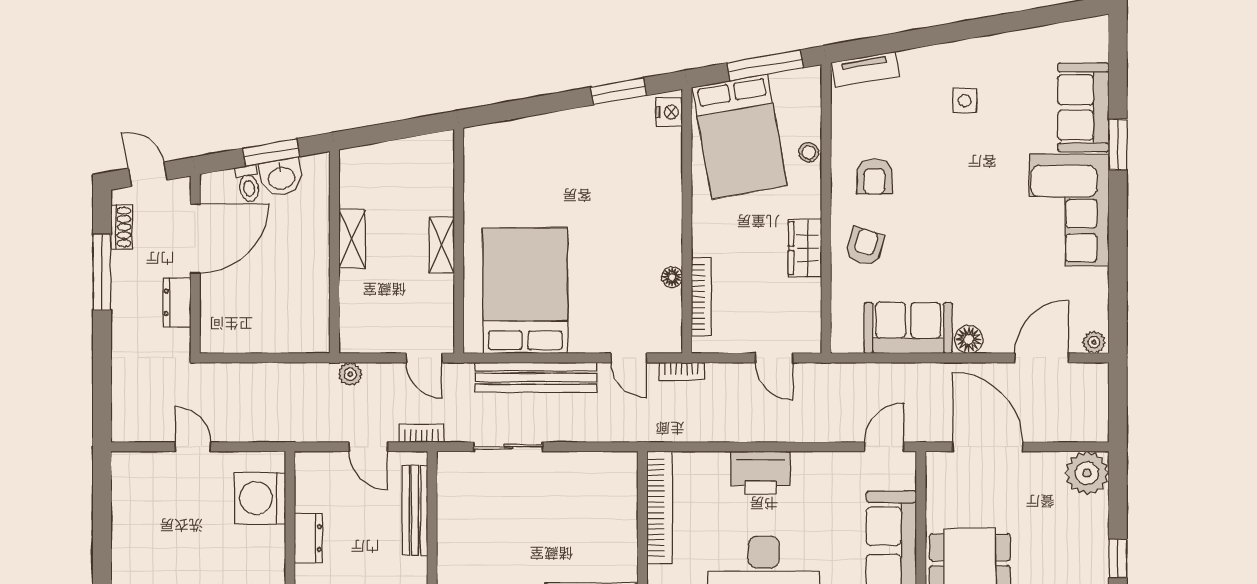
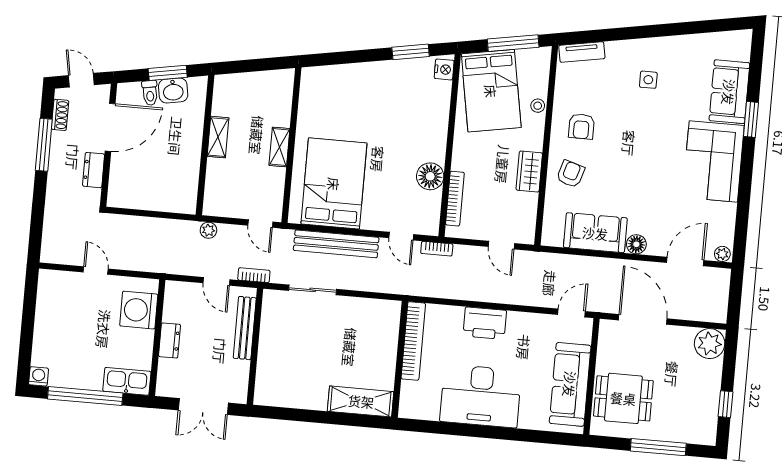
floor lamp: (672, 277) -> (430, 176), width x1.89, depth x1.89

